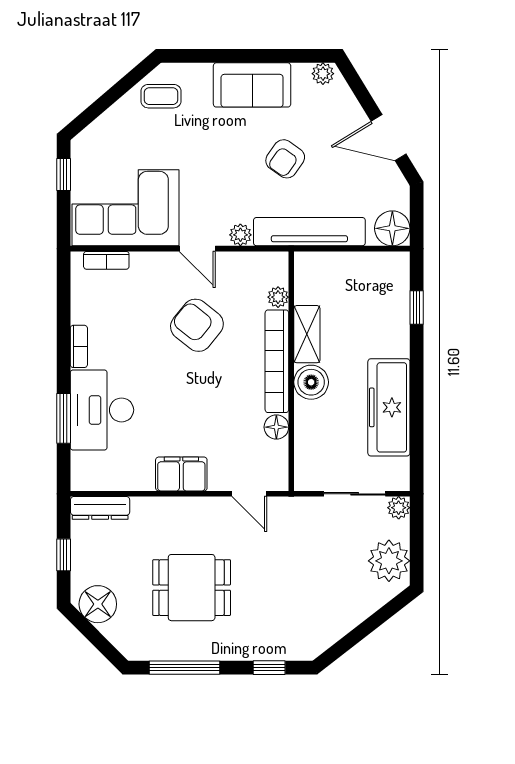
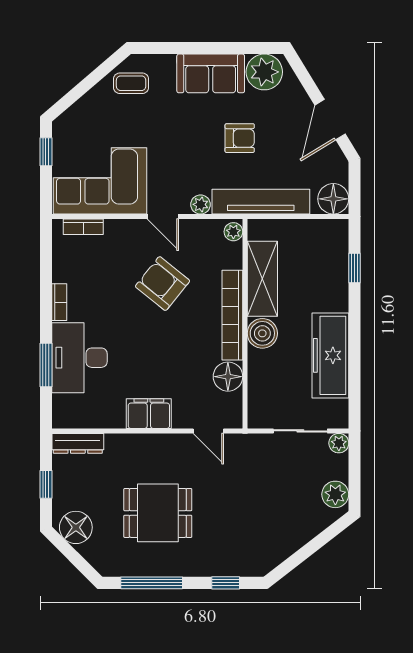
plant: (323, 74) -> (264, 72), width x1.88, depth x1.88
door: (389, 138) -> (330, 120), hinge flipped
armchair: (285, 159) -> (240, 138), turned -125
plant: (278, 297) -> (233, 232), moved
shelving: (307, 334) -> (262, 279), width x1.50, depth x1.33
floor lamp: (276, 427) -> (228, 377), width x1.38, depth x1.38
plant: (389, 561) -> (335, 494), width x0.73, depth x0.73

